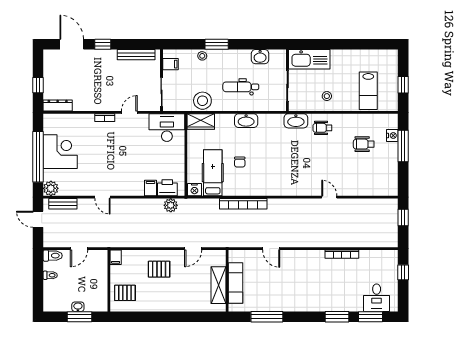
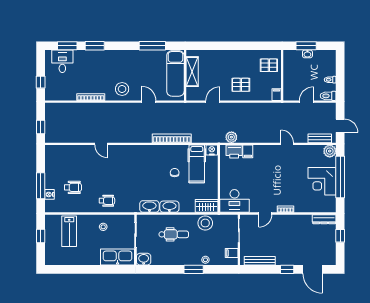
washbasin: (260, 57) -> (144, 259), moved
lab bench: (368, 91) -> (69, 231), turned 180
washbasin: (296, 121) -> (149, 206), moved
stool: (304, 264) -> (122, 89), added
exam couch: (235, 283) -> (175, 73), width x1.36, depth x1.45

